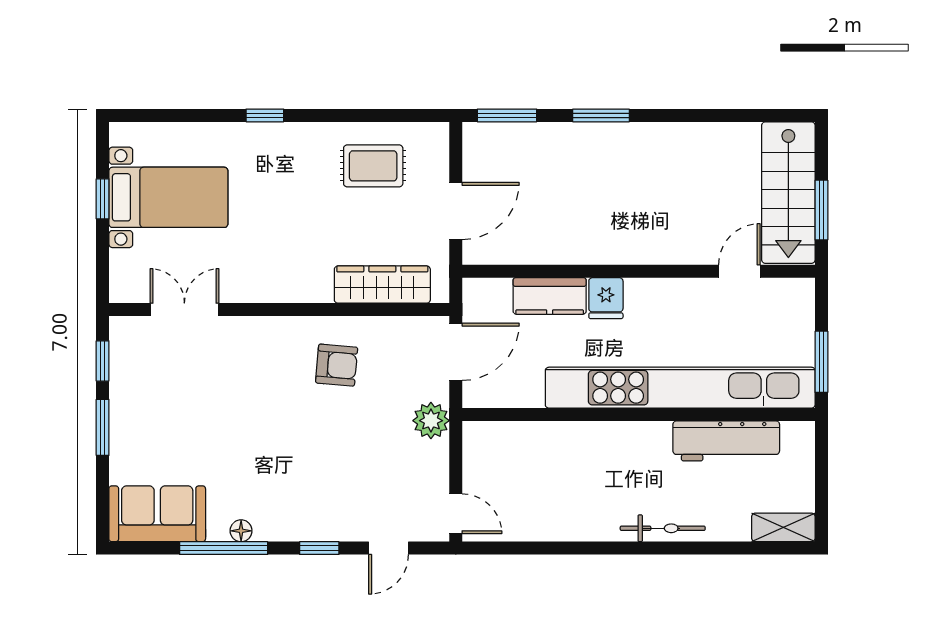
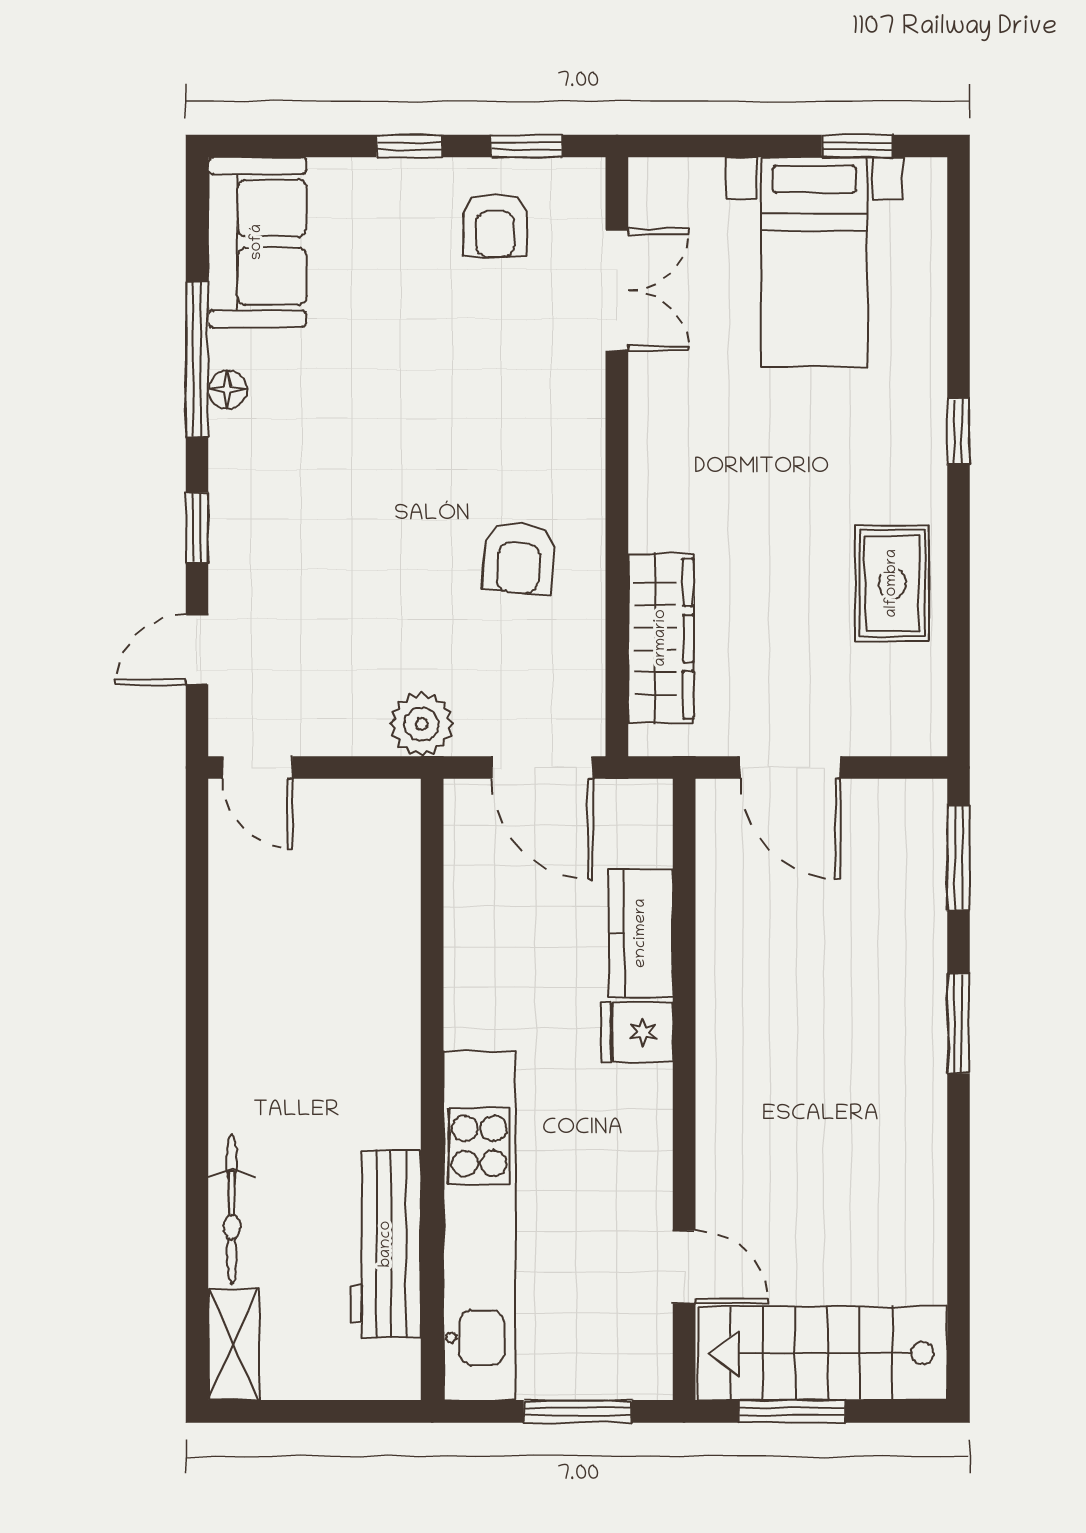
rug: (373, 166) -> (892, 583), moved
window: (103, 199) -> (857, 146), moved
window: (821, 362) -> (578, 1411), moved
armchair: (147, 379) -> (495, 225), added
kitchen unit: (680, 388) -> (479, 1226), width x0.73
window: (103, 427) -> (410, 146), width x0.67
door: (456, 514) -> (257, 768), hinge flipped
bicycle: (663, 528) -> (232, 1209), moved
door: (389, 548) -> (197, 649), hinge flipped

